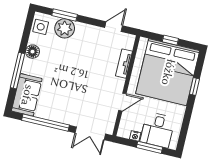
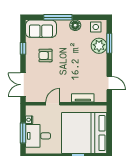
window: (170, 40) -> (109, 129), removed
armchair: (61, 97) -> (45, 55), added
door: (122, 102) -> (53, 104), swing flipped
window: (45, 123) -> (23, 48), width x0.32

